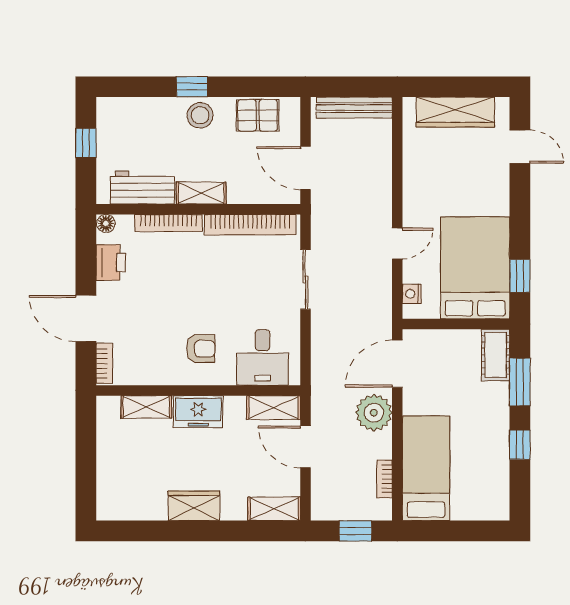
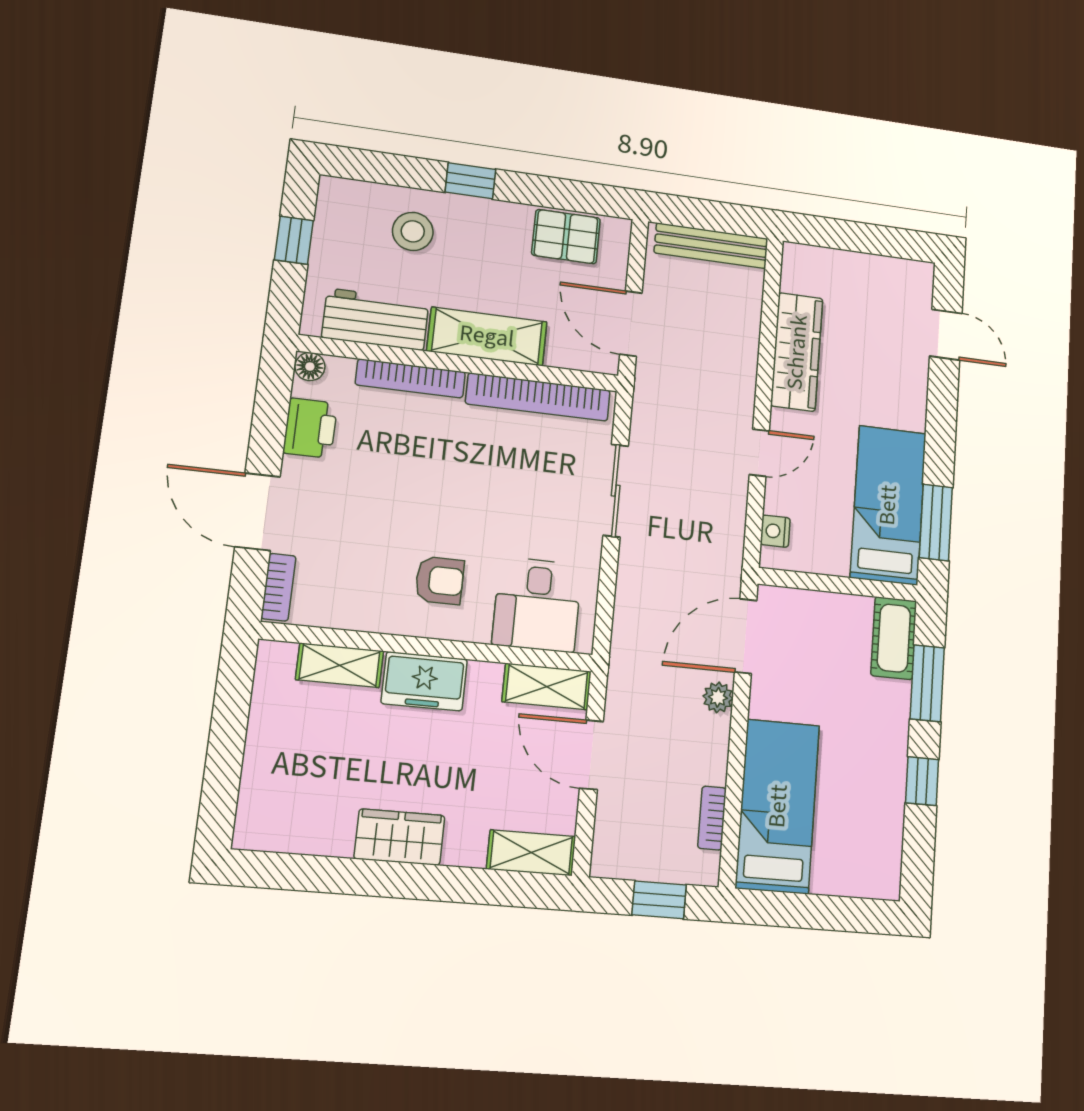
wardrobe: (455, 112) -> (797, 352), moved, turned -90
stool: (200, 115) -> (413, 231), moved
shelving: (201, 193) -> (487, 336), width x1.50, depth x1.33
bed: (475, 268) -> (888, 505), width x0.67
window: (520, 276) -> (936, 522), width x1.50
plant: (374, 413) -> (718, 697), width x0.53, depth x0.53

